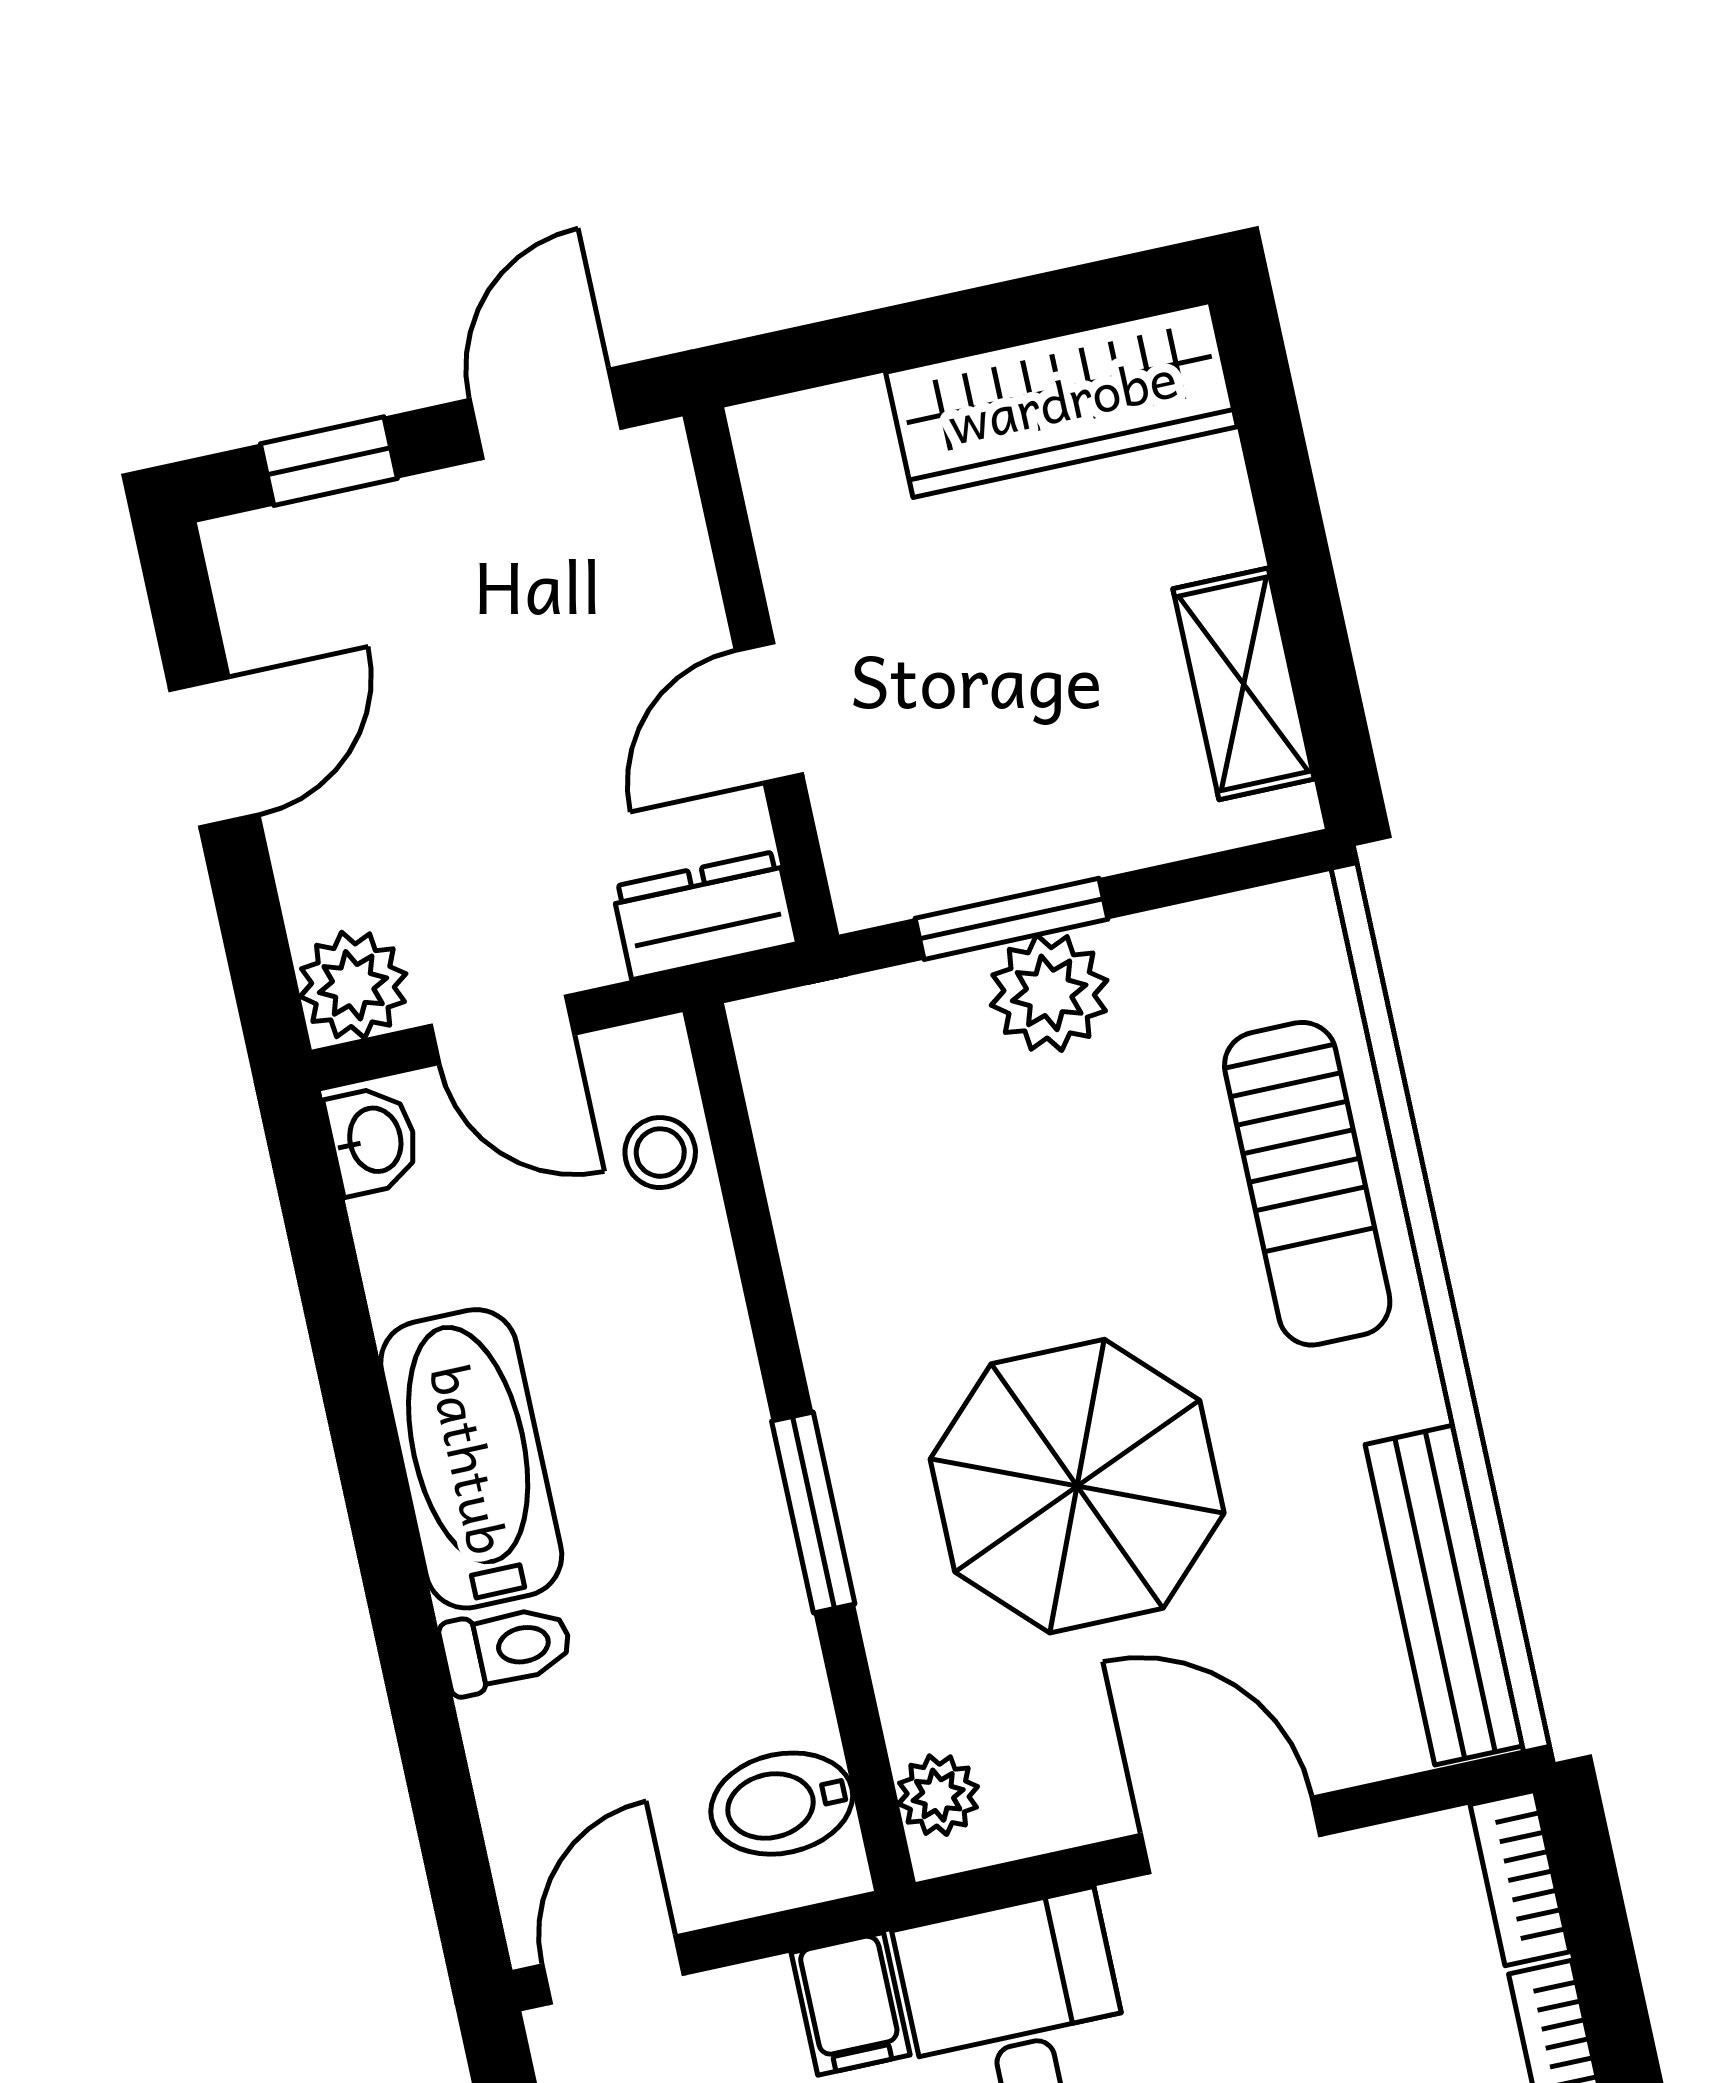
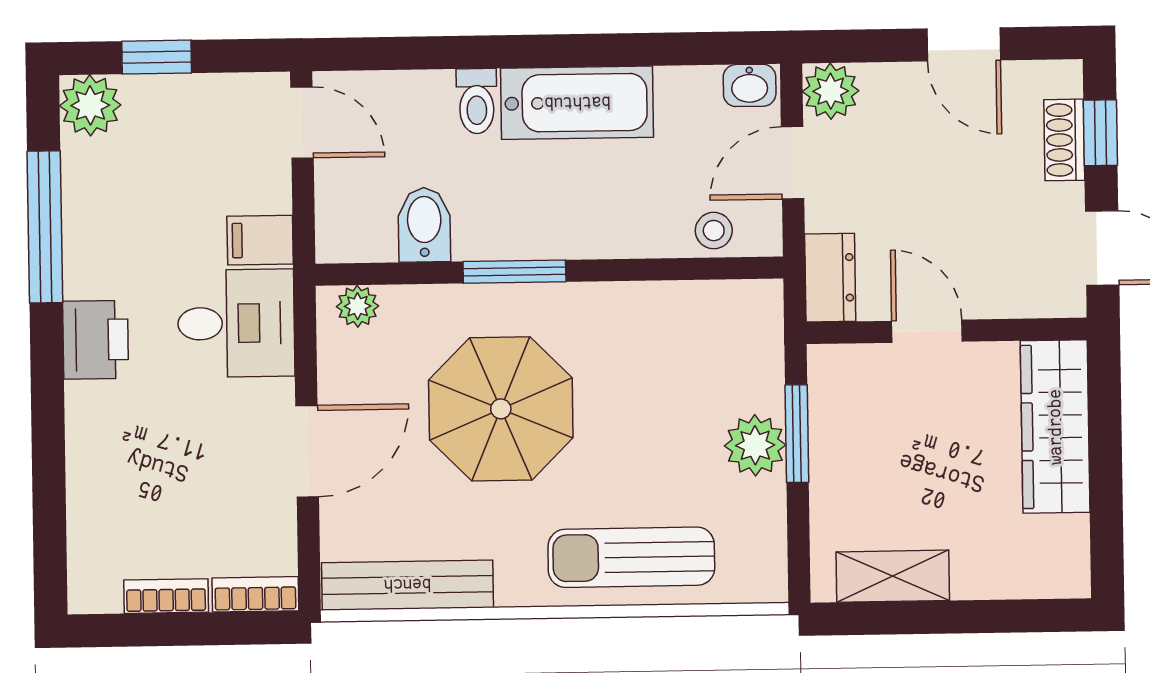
wardrobe: (1062, 399) -> (1055, 427), moved
shoe rack: (356, 526) -> (1064, 140), added
bidet: (782, 1804) -> (424, 225), moved

